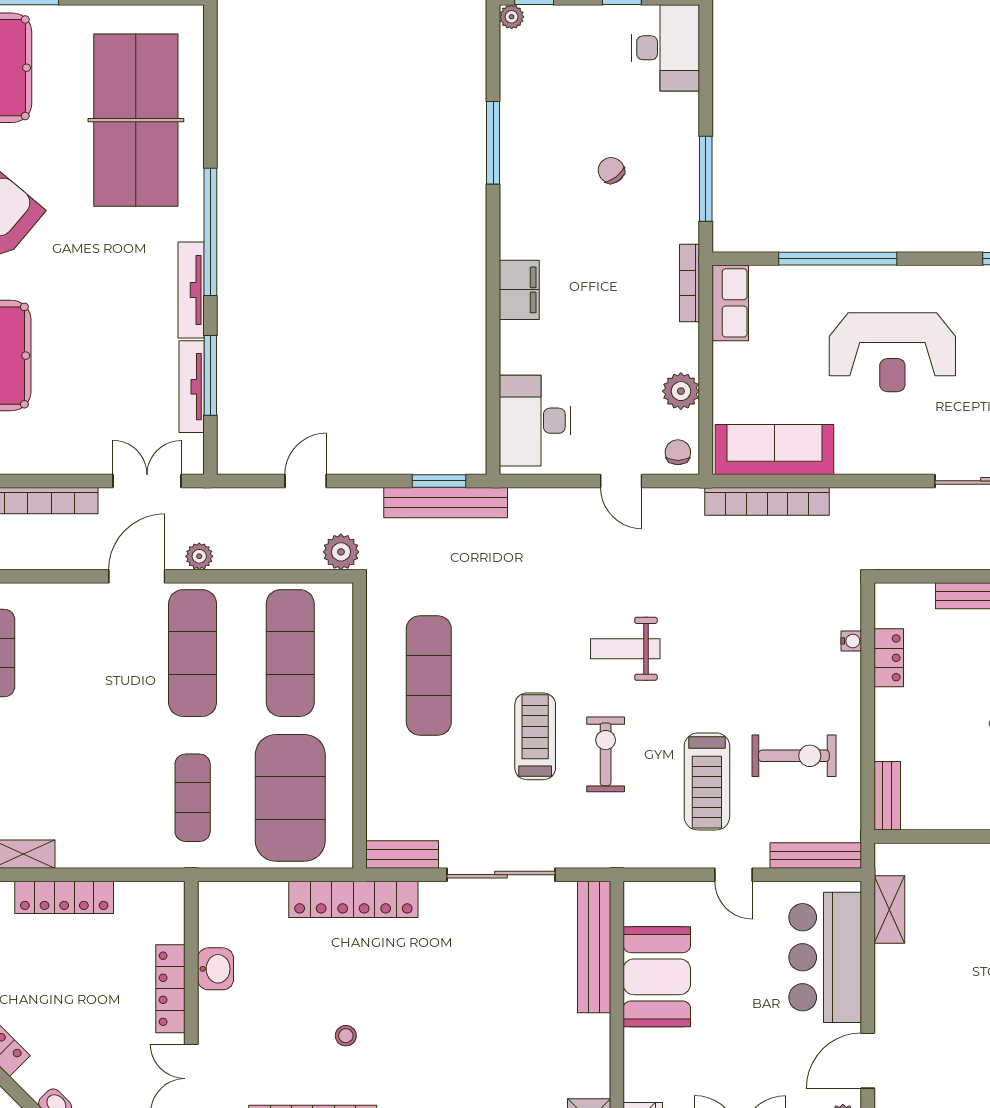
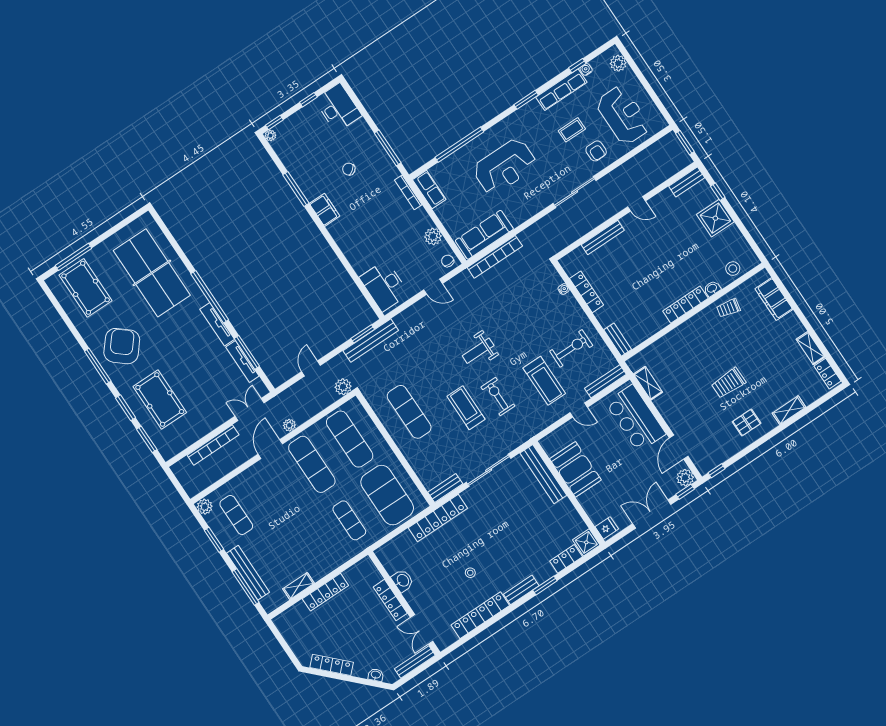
filing cabinet: (519, 290) -> (325, 210), moved
locker: (889, 658) -> (586, 292), width x1.53

